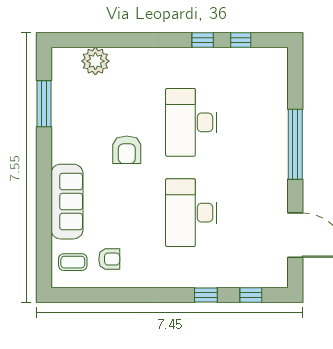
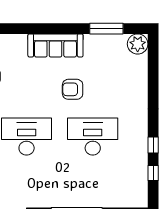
plant: (95, 61) -> (138, 44), moved
sofa: (67, 202) -> (55, 45), moved

